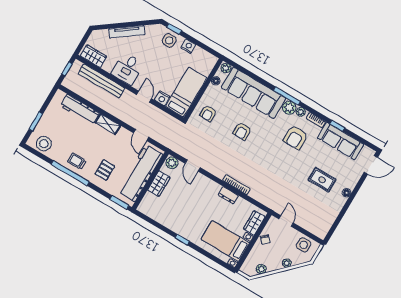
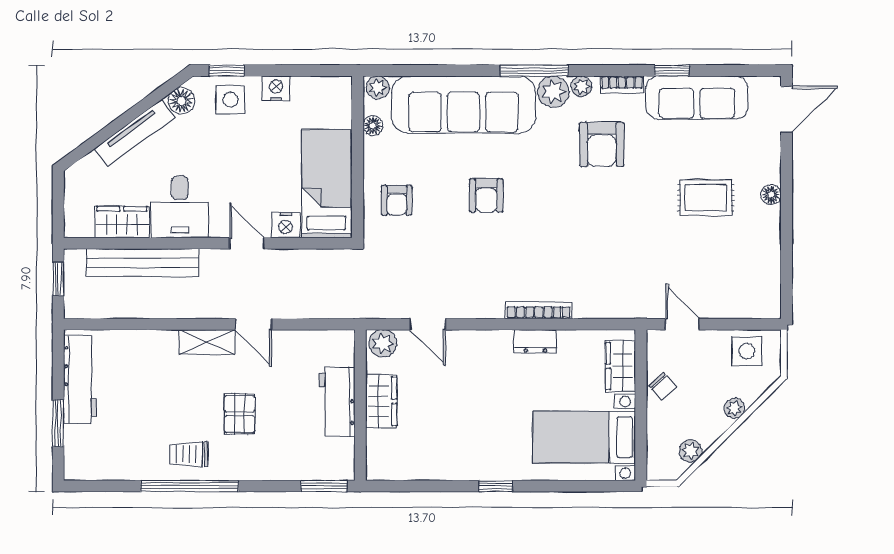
floor lamp: (151, 30) -> (181, 101), added
wardrobe: (94, 56) -> (122, 222), moved
workbench: (80, 109) -> (80, 379), moved, turned -90
door: (141, 135) -> (253, 324), moved
stool: (44, 144) -> (101, 458), removed
pallet: (105, 170) -> (240, 414), moved
workbench: (140, 173) -> (337, 402), width x0.53, depth x0.76

